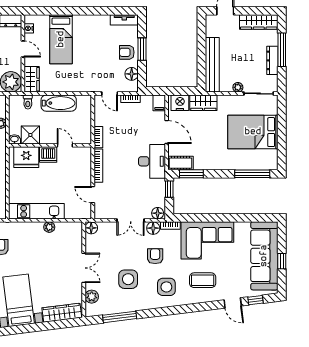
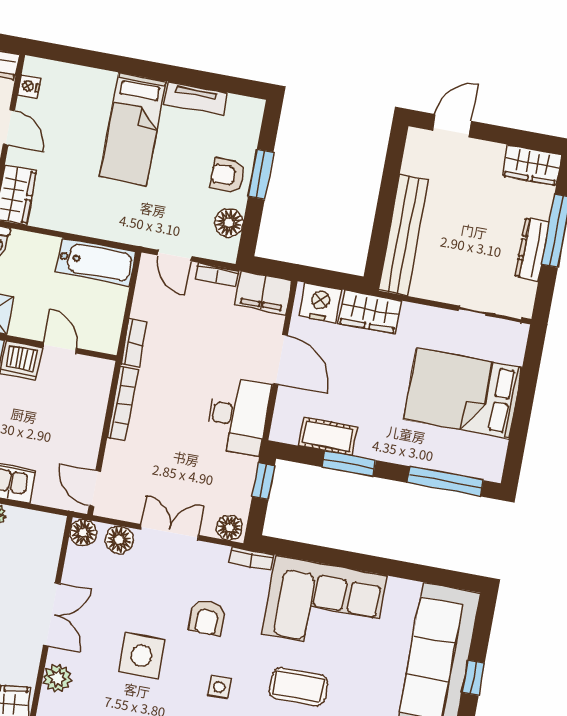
tv unit: (124, 20) -> (195, 98), moved
wardrobe: (259, 22) -> (532, 165), width x0.67
bed: (61, 39) -> (133, 129), moved
plant: (238, 87) -> (449, 293), removed
bathtub: (59, 103) -> (96, 262), moved
filing cabinet: (159, 103) -> (263, 293), width x2.00
cot: (180, 163) -> (328, 436), moved
window: (191, 174) -> (349, 464), moved
door: (93, 195) -> (95, 489), moved
double door: (131, 220) -> (169, 532), swing flipped
floor lamp: (153, 228) -> (119, 540), moved
armchair: (155, 256) -> (207, 618), turned 180
side table: (166, 287) -> (219, 687), width x0.54, depth x0.54

